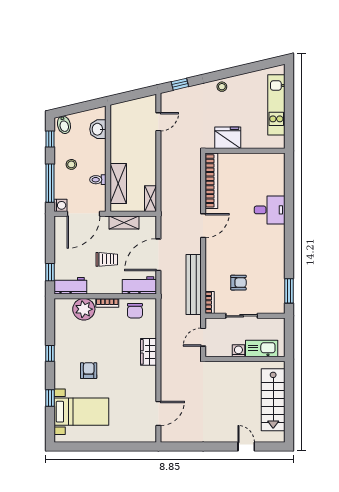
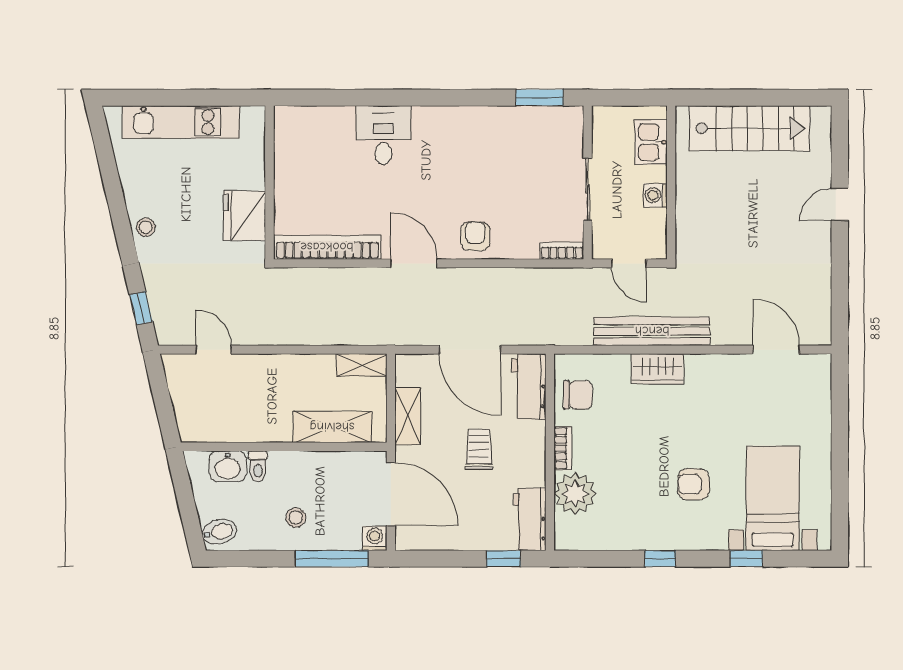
window: (50, 139) -> (247, 559), removed
toilet: (98, 180) -> (258, 466), moved
armchair: (238, 283) -> (475, 236), moved
bench: (194, 285) -> (652, 331), moved
kitchen sink: (262, 349) -> (651, 142), width x0.73
door: (246, 446) -> (840, 205), moved

